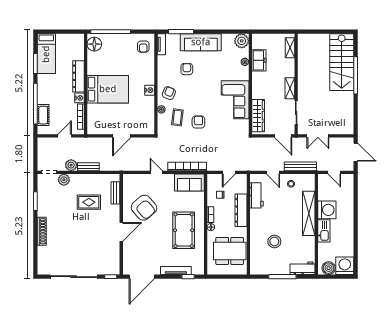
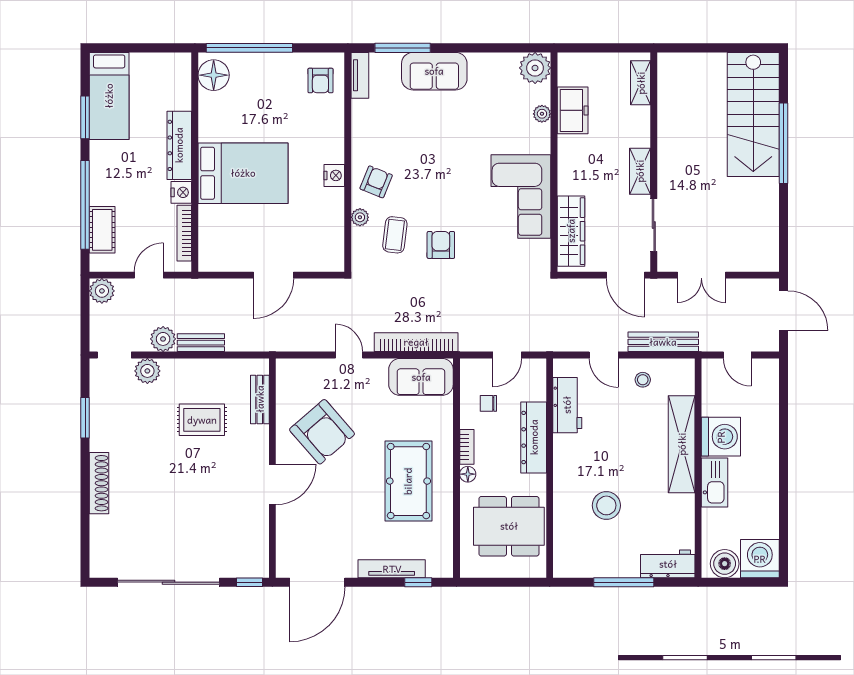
sofa: (201, 42) -> (434, 71), width x0.73
armchair: (187, 69) -> (415, 130), removed
plant: (43, 143) -> (102, 291), added

